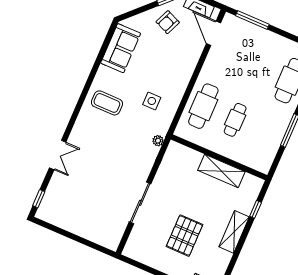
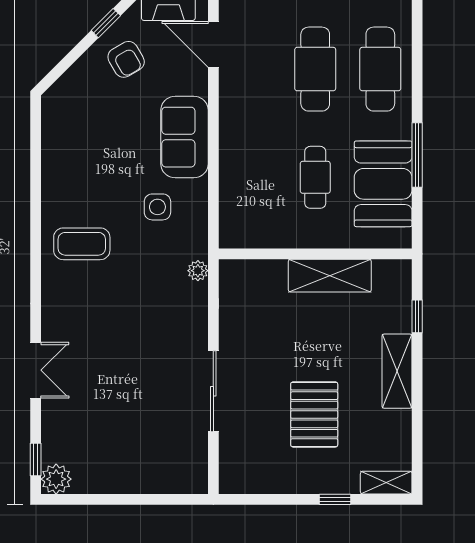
armchair: (168, 22) -> (126, 59), turned -53
sofa: (121, 48) -> (184, 137), moved, turned 180
cafe table: (203, 106) -> (315, 69), moved
booth: (267, 137) -> (383, 184), added
plant: (45, 212) -> (56, 479), added

